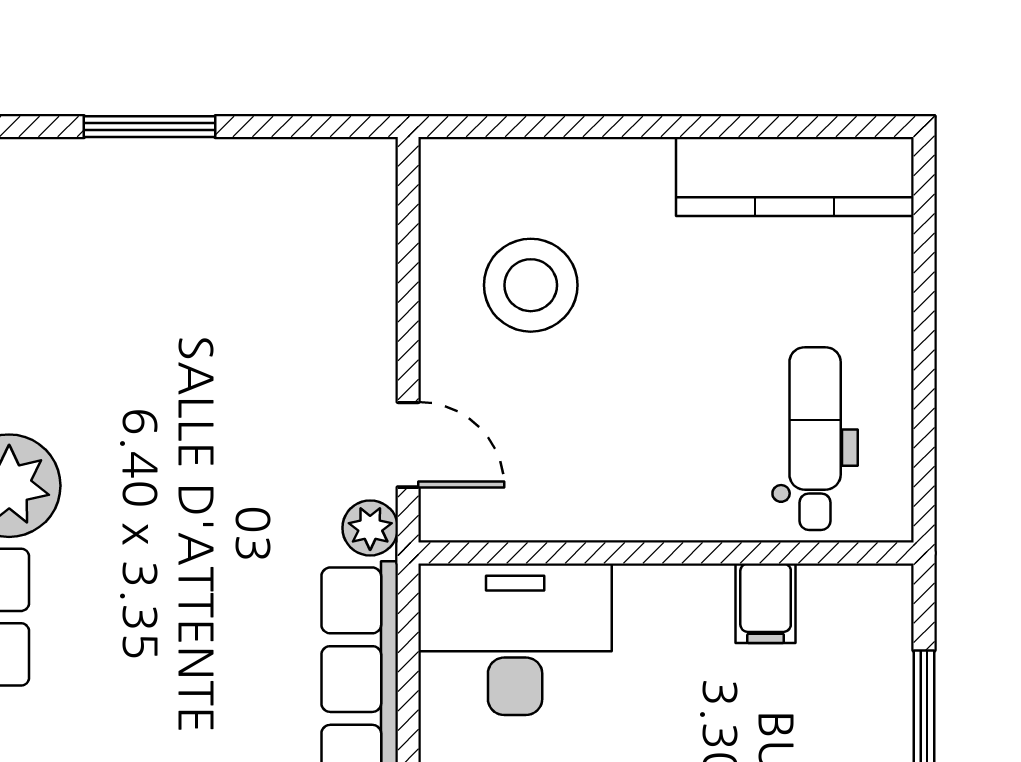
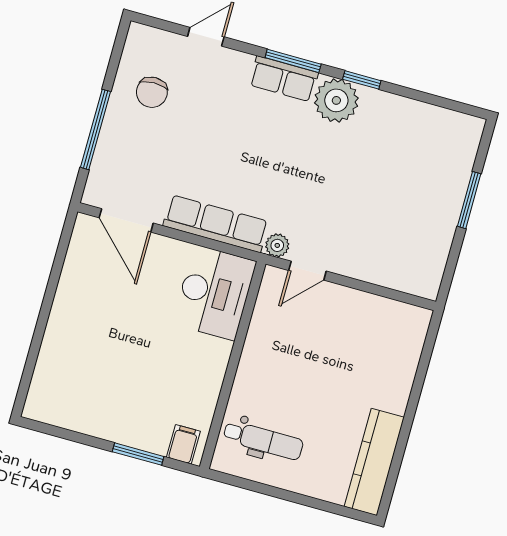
stool: (531, 285) -> (360, 340), removed
filing cabinet: (766, 603) -> (183, 444), moved, turned 90

